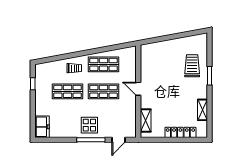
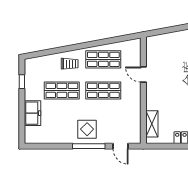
door: (138, 89) -> (143, 75), moved
freezer: (42, 127) -> (32, 113), moved
door: (118, 140) -> (121, 146), hinge flipped

